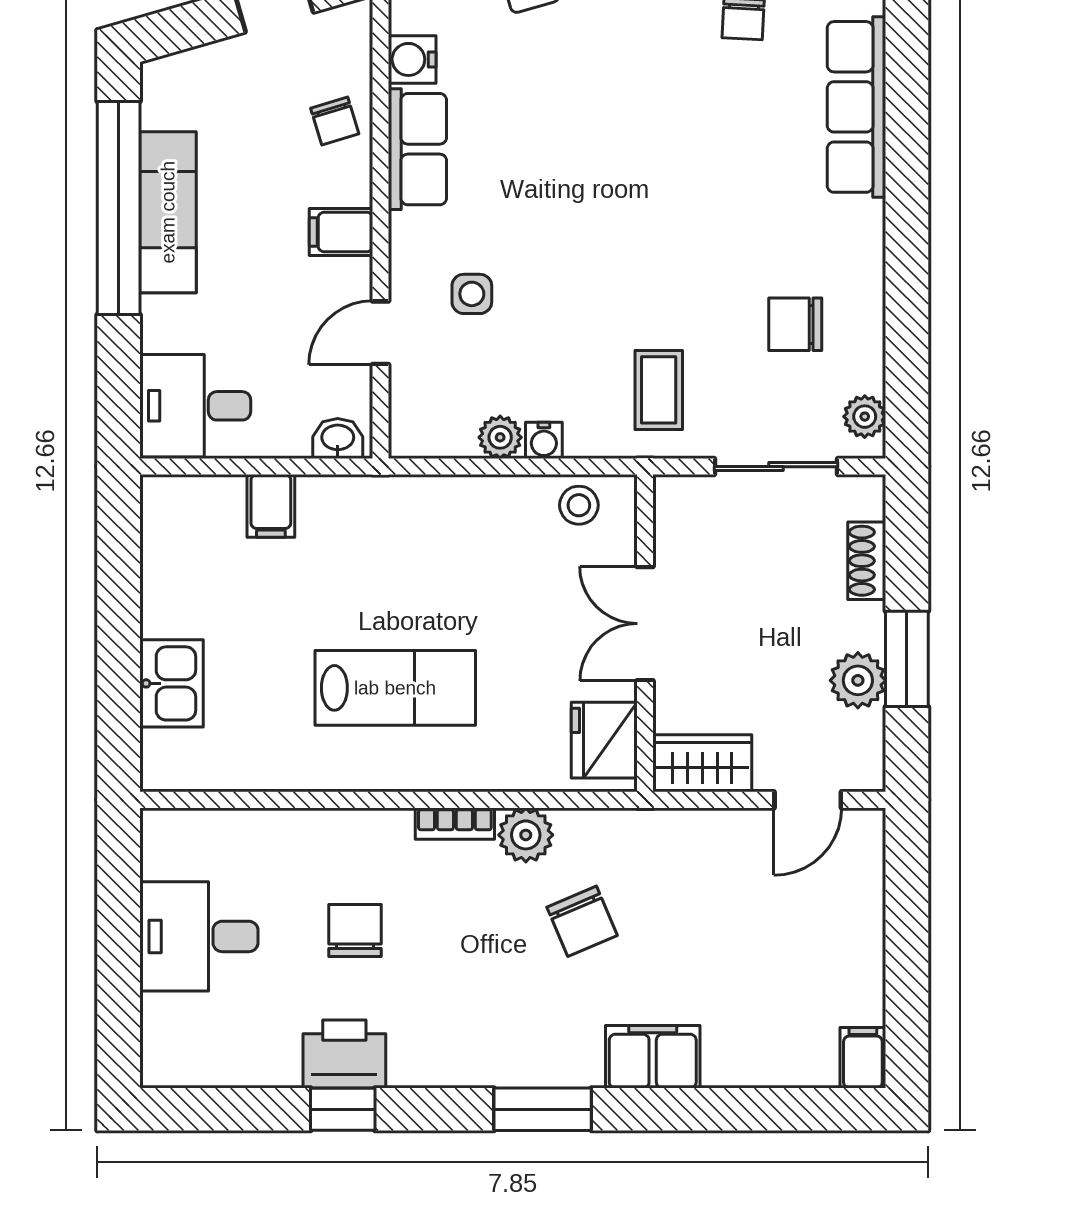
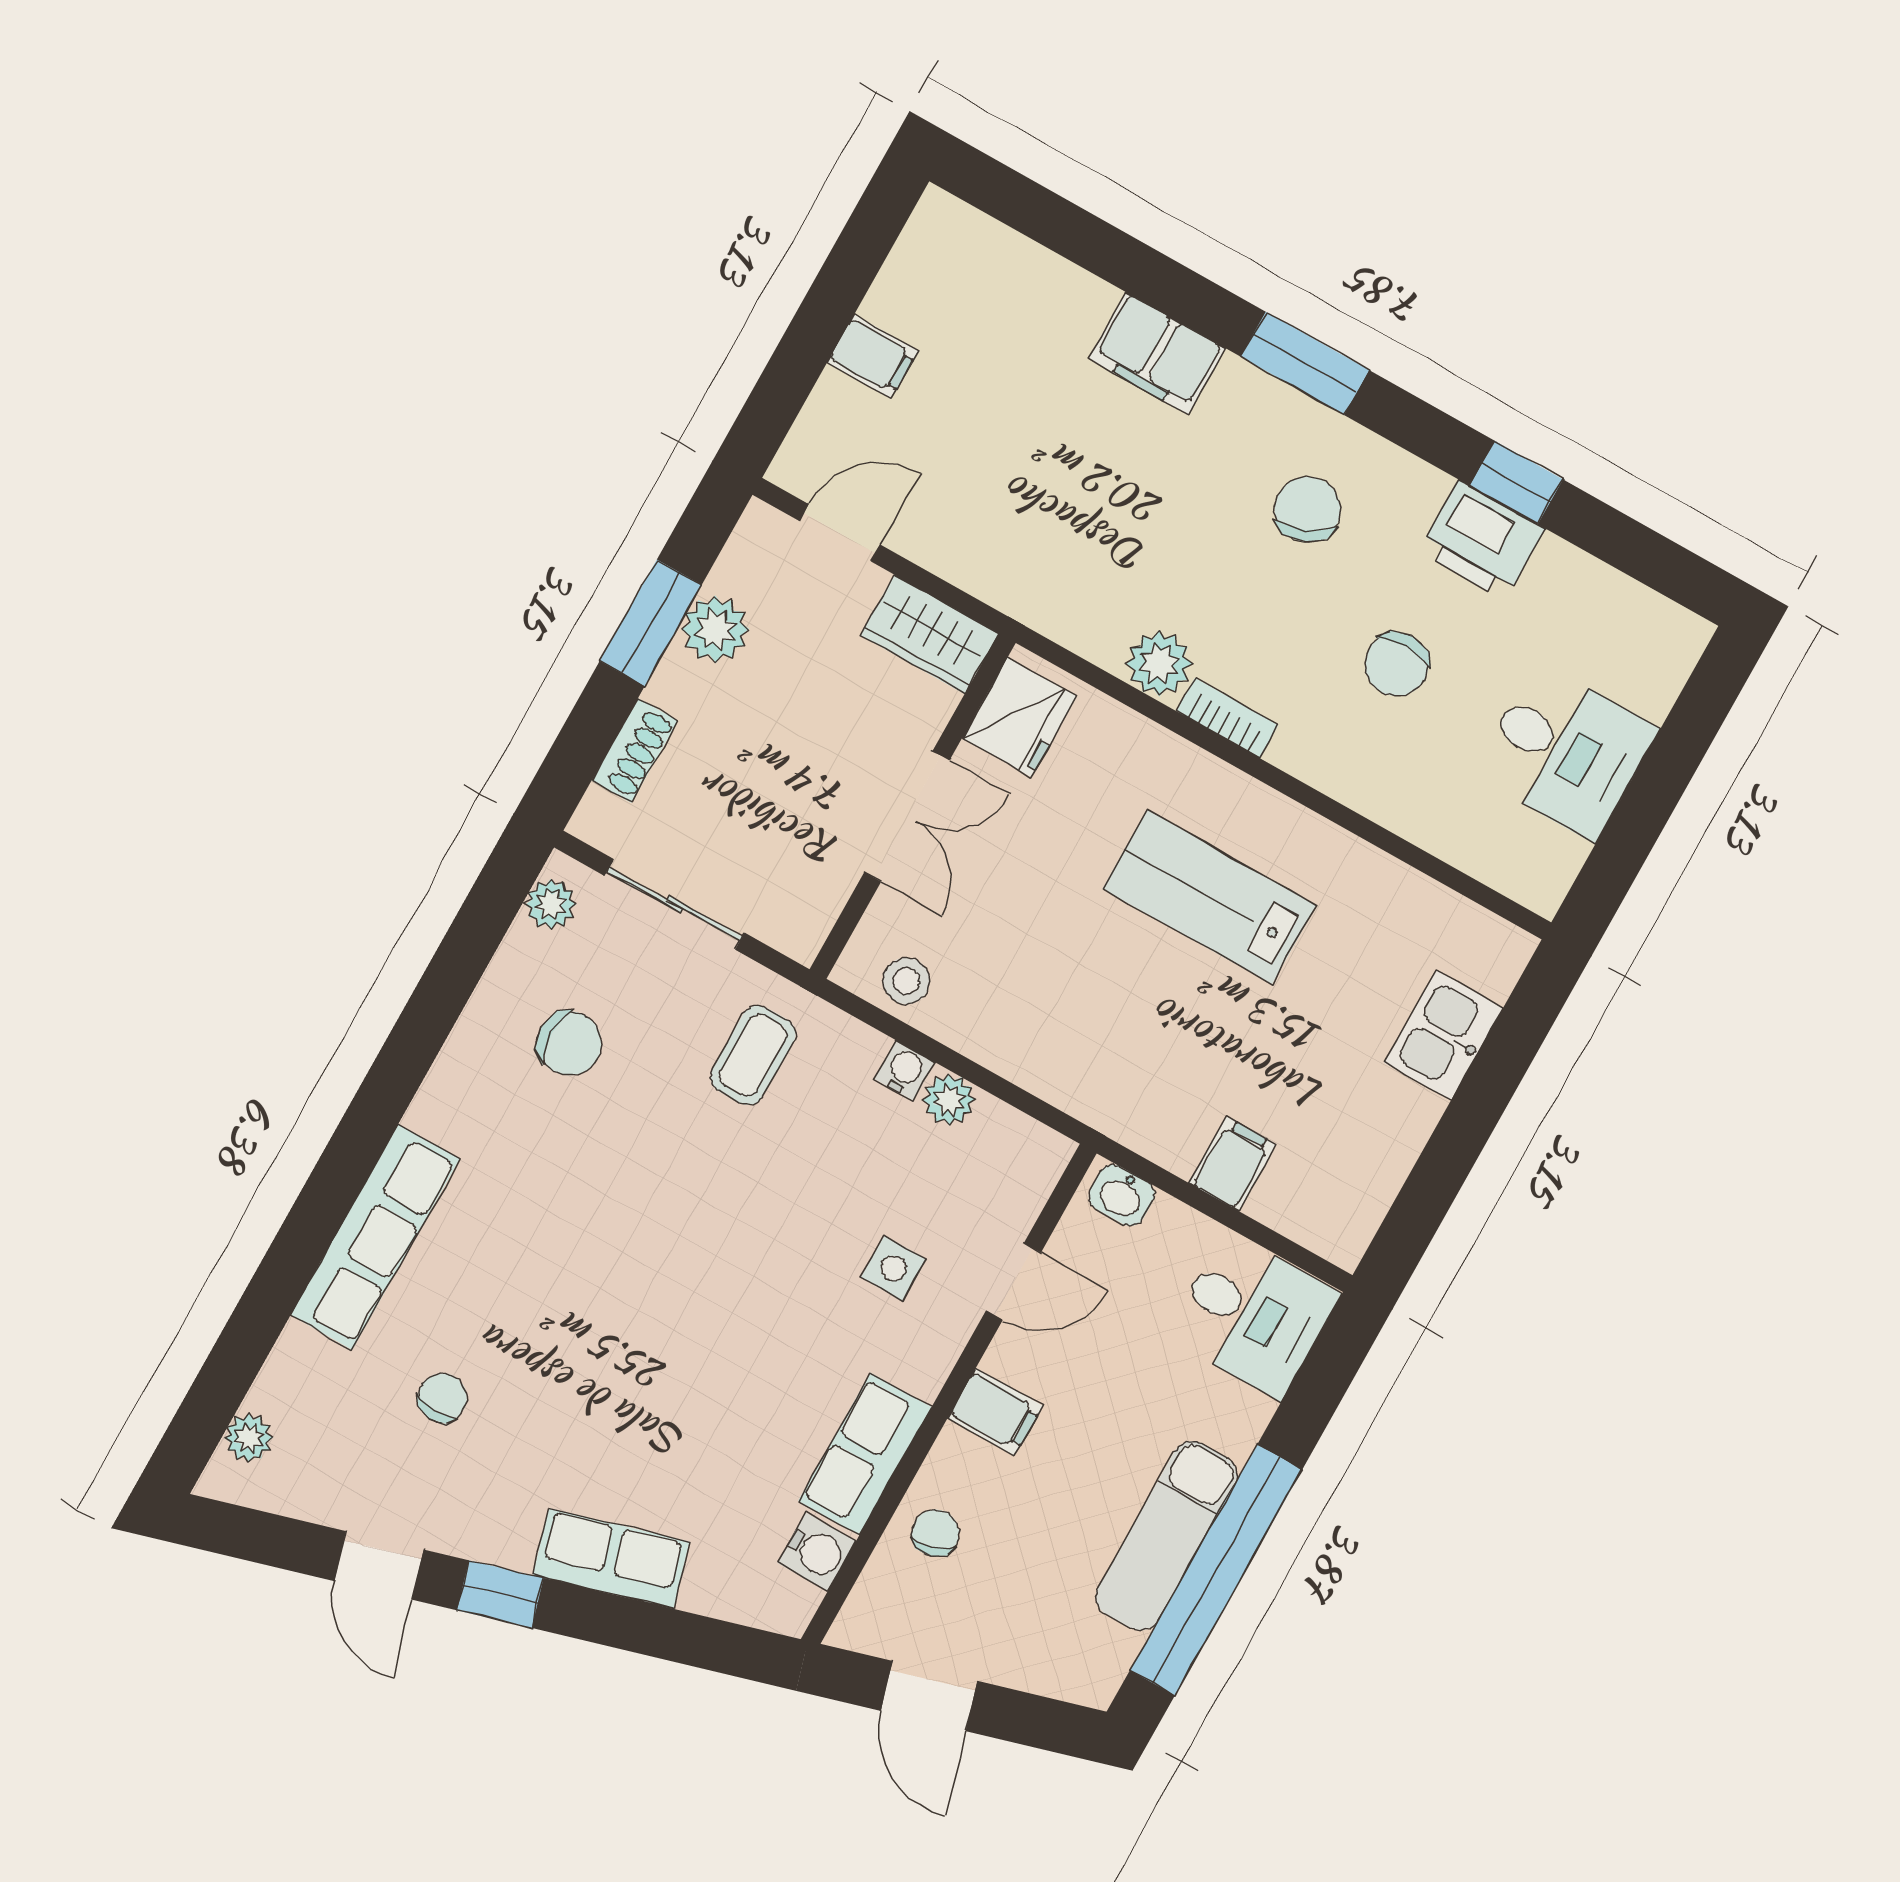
chair: (582, 921) -> (1307, 509), moved
filing cabinet: (863, 1058) -> (873, 357), moved, turned -90

